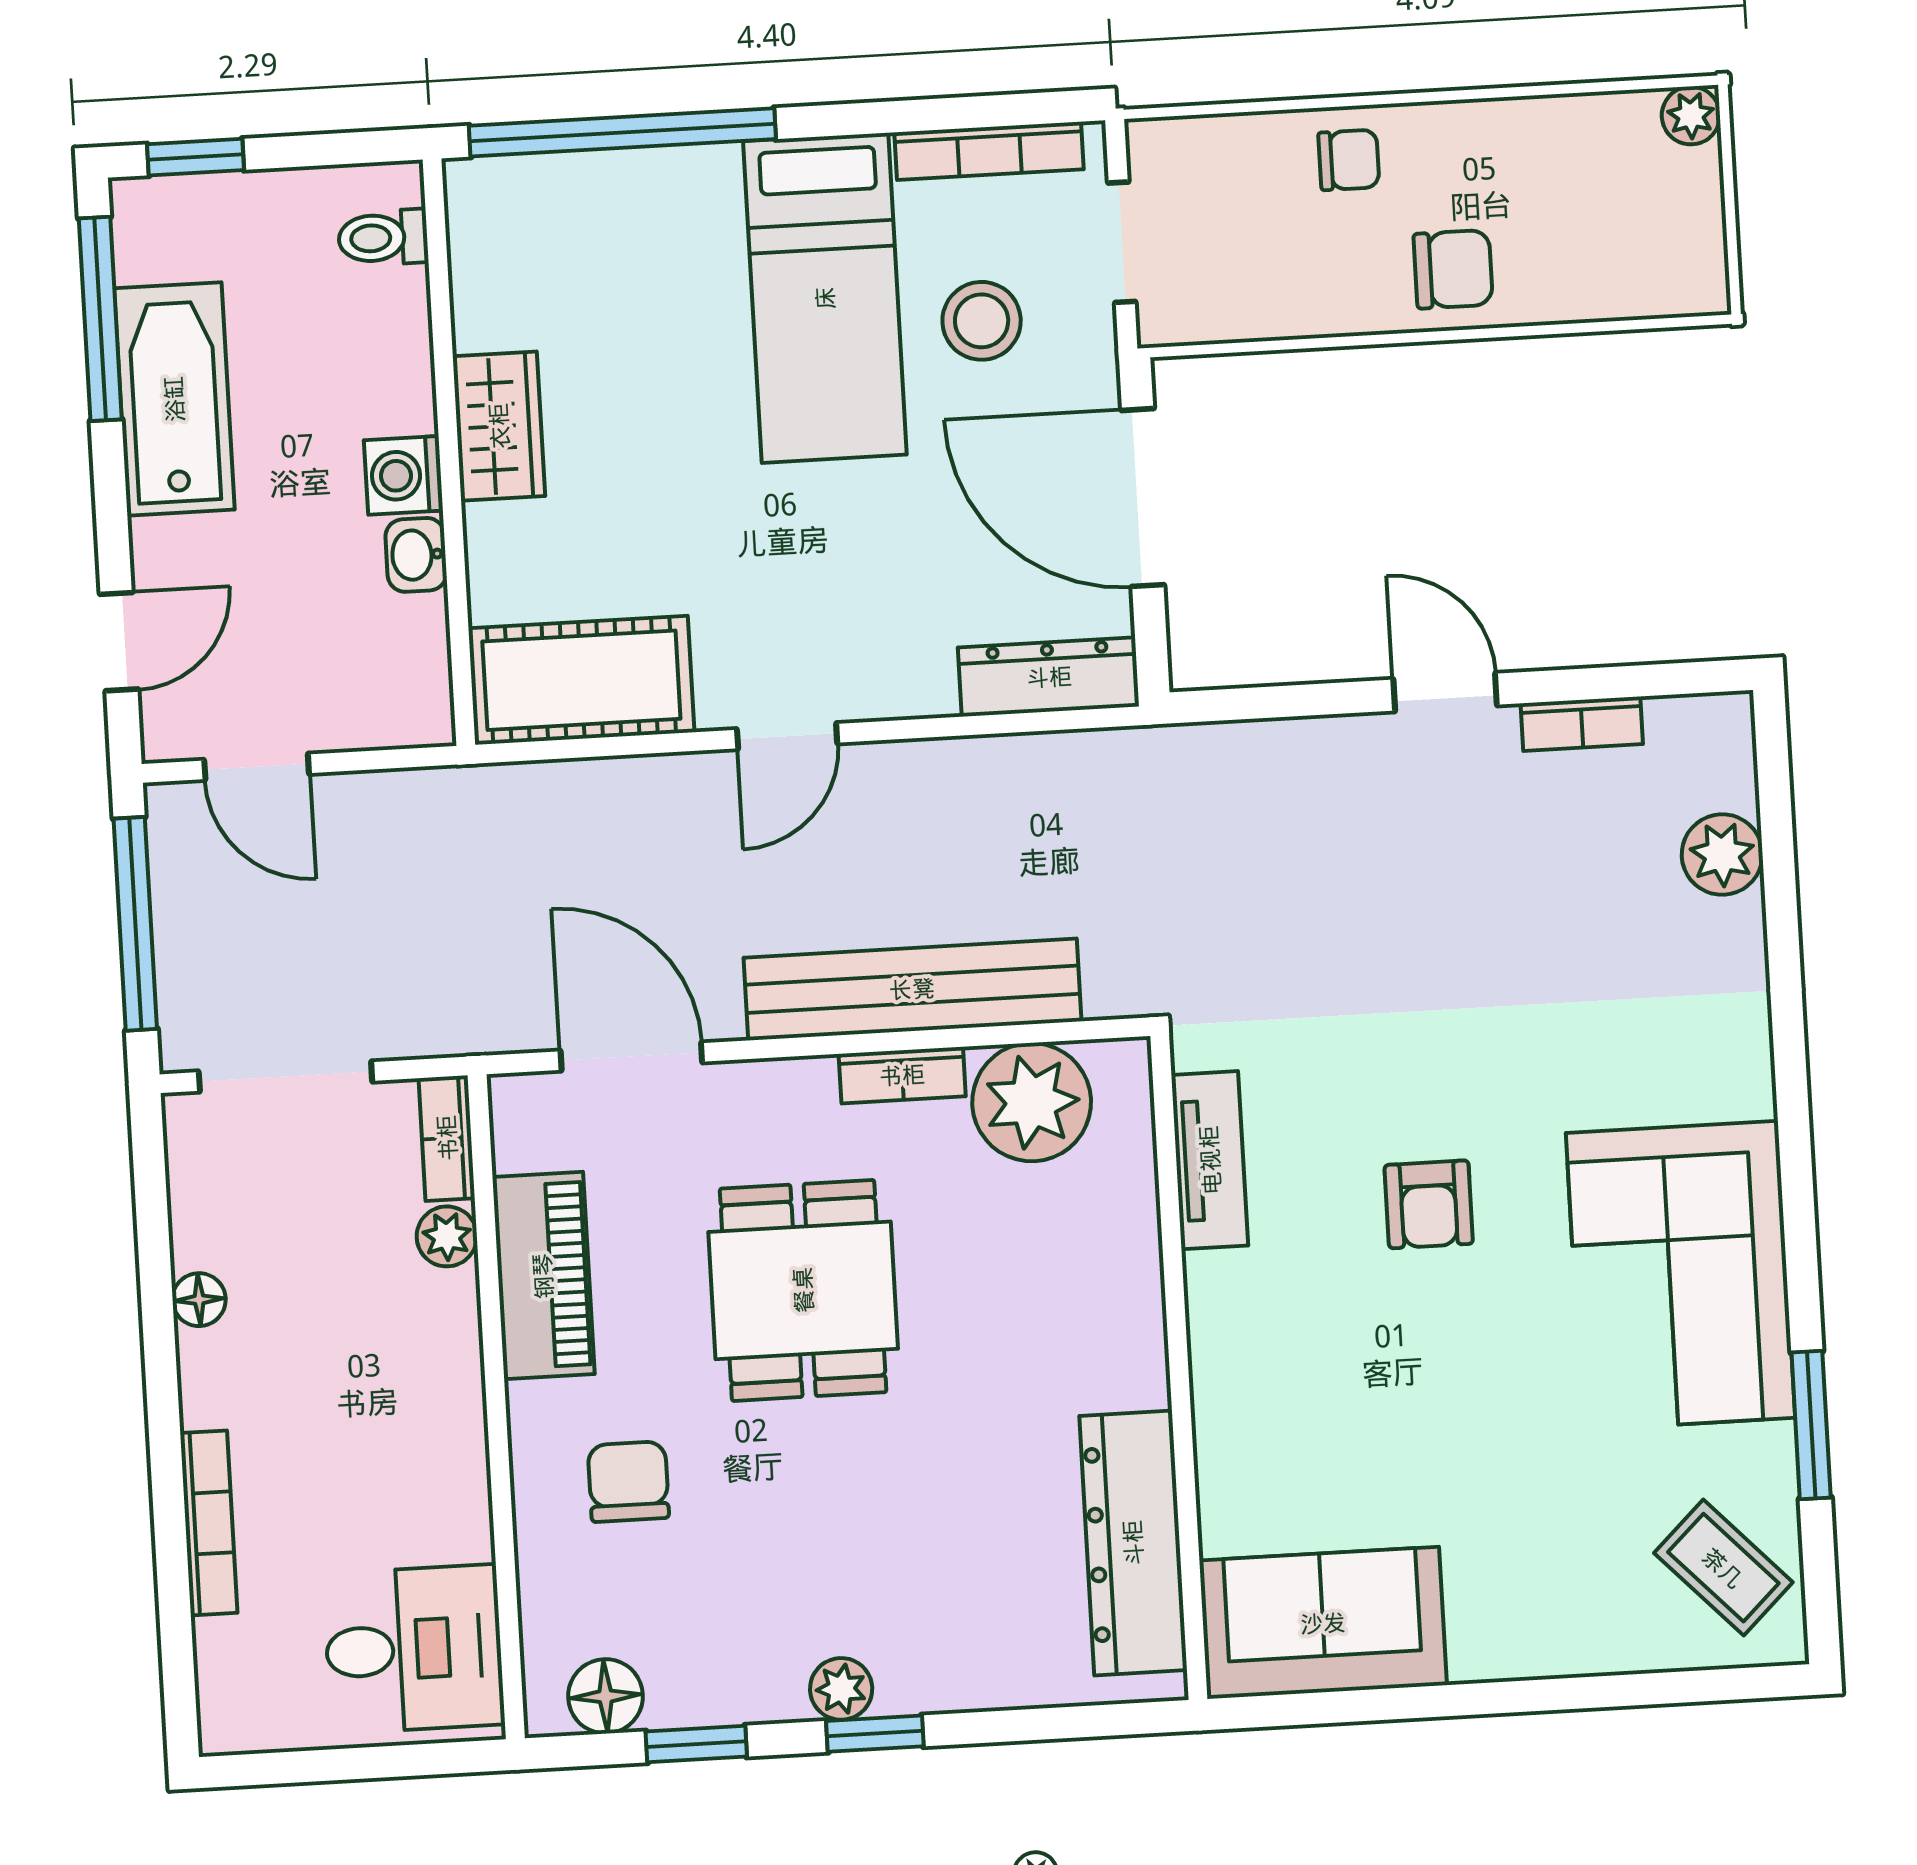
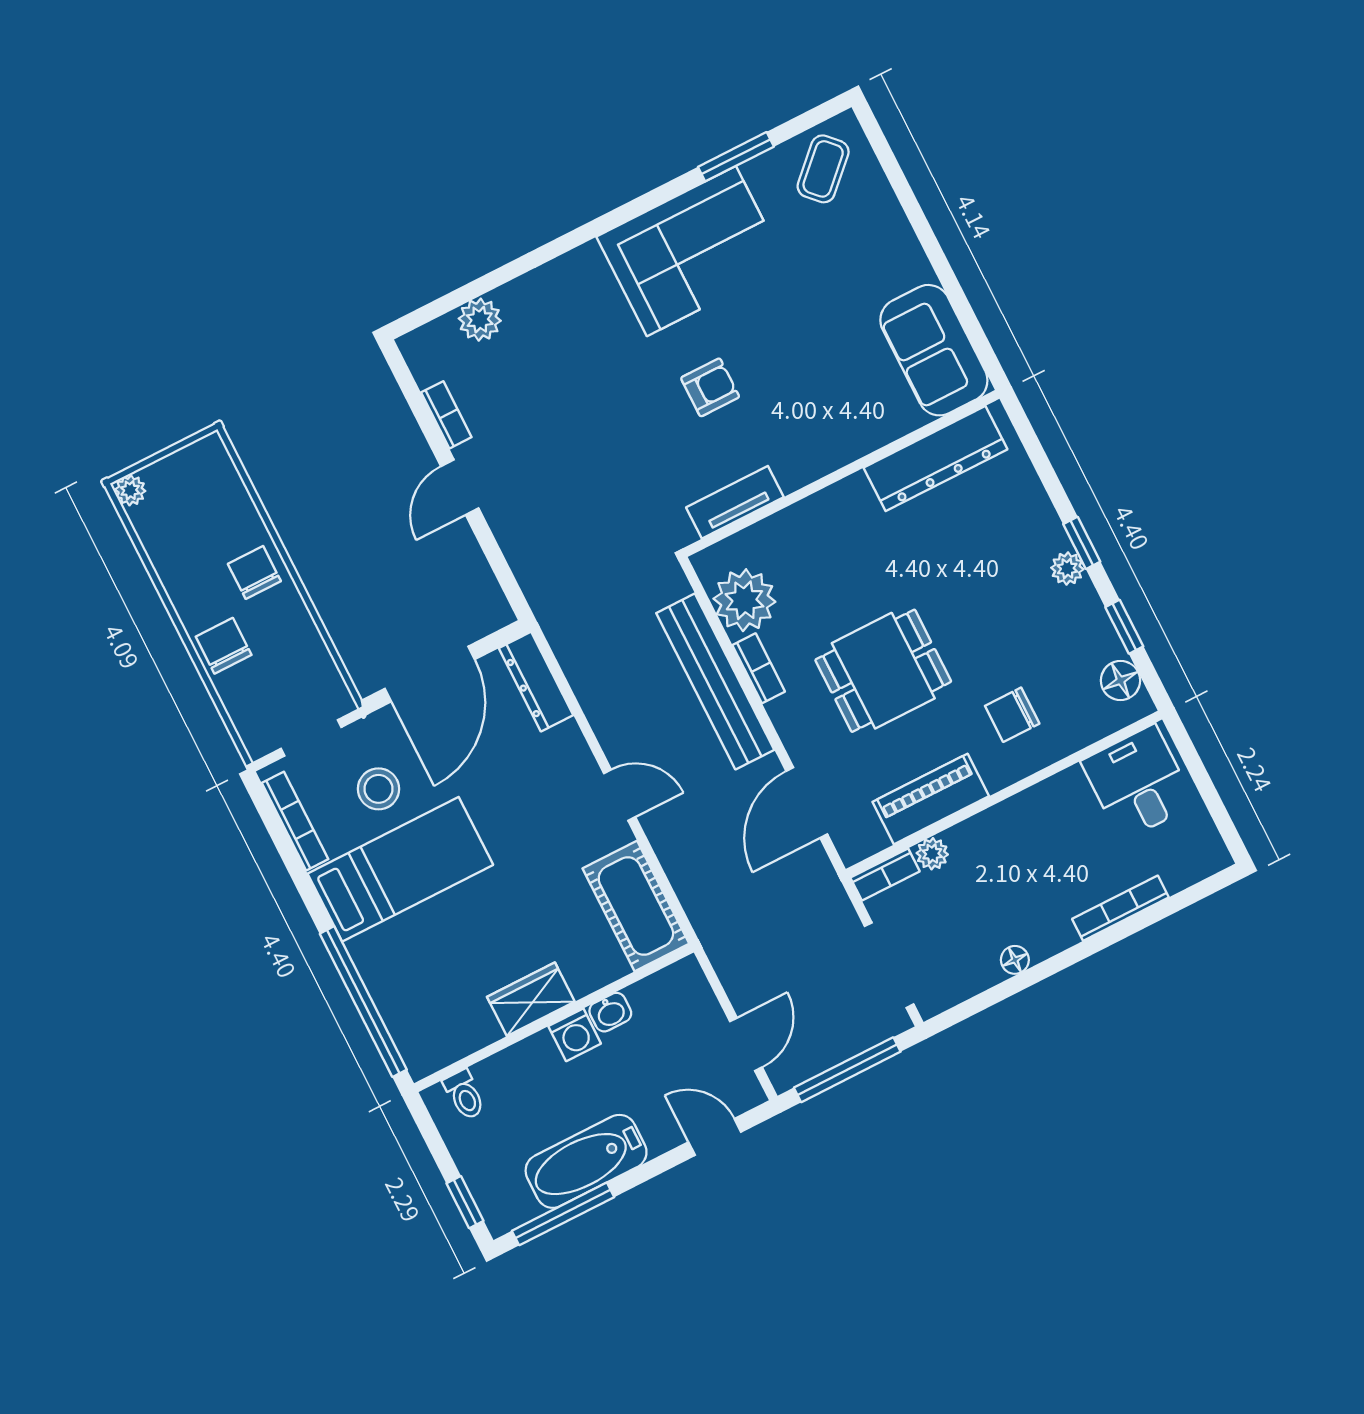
chair: (1349, 160) -> (224, 646), width x1.37, depth x1.37

